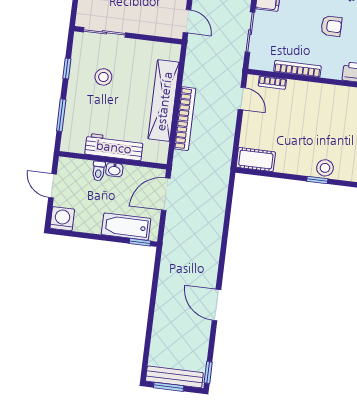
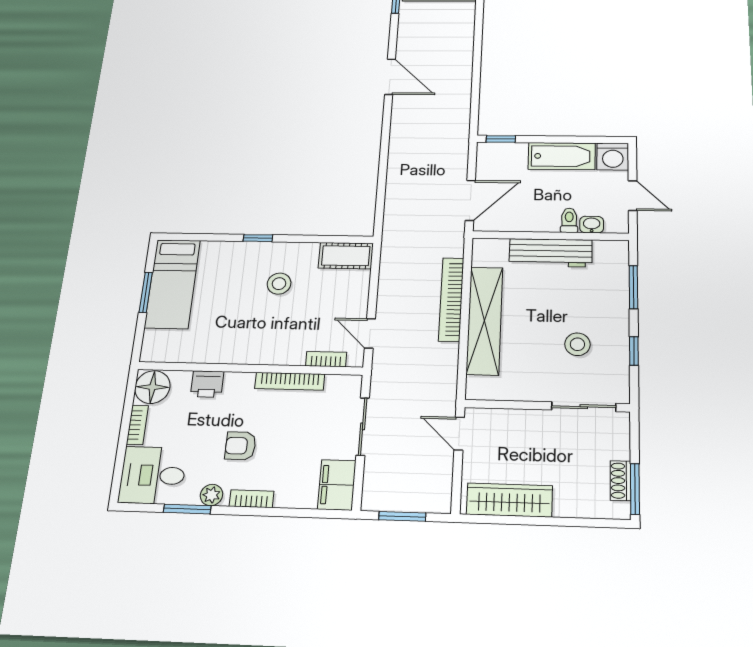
stool: (325, 168) -> (279, 284), moved
washbasin: (114, 170) -> (592, 225), moved
bathtub: (126, 227) -> (562, 156), moved

